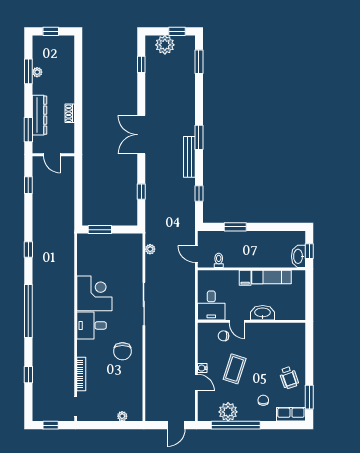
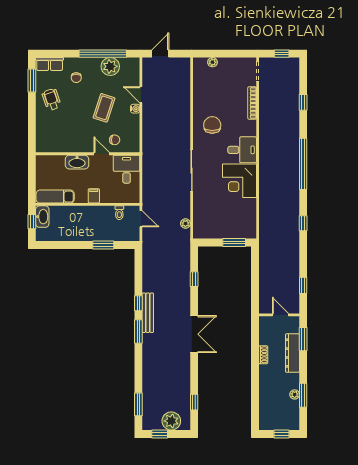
window: (199, 194) -> (138, 303), moved
exam couch: (271, 277) -> (55, 197), moved

